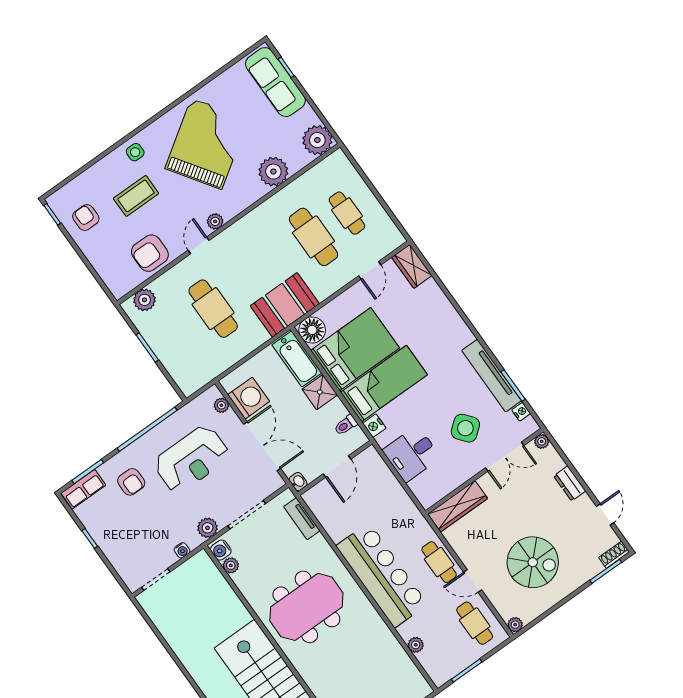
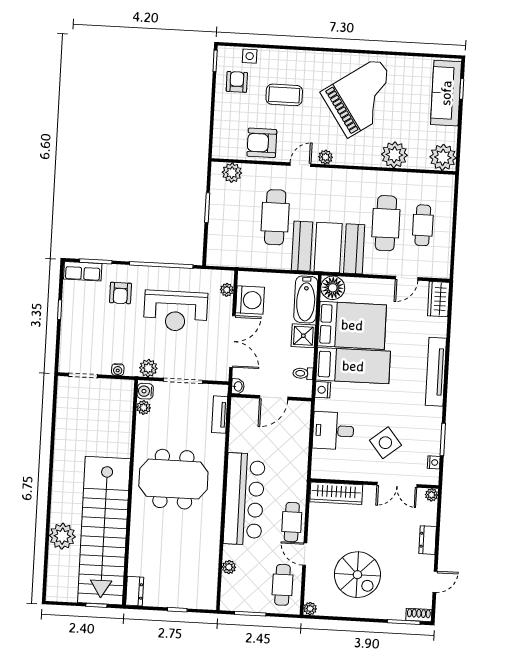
side table: (135, 152) -> (250, 56), moved
booth: (285, 305) -> (328, 247), width x1.36, depth x1.42
tv unit: (492, 376) -> (436, 372), moved

